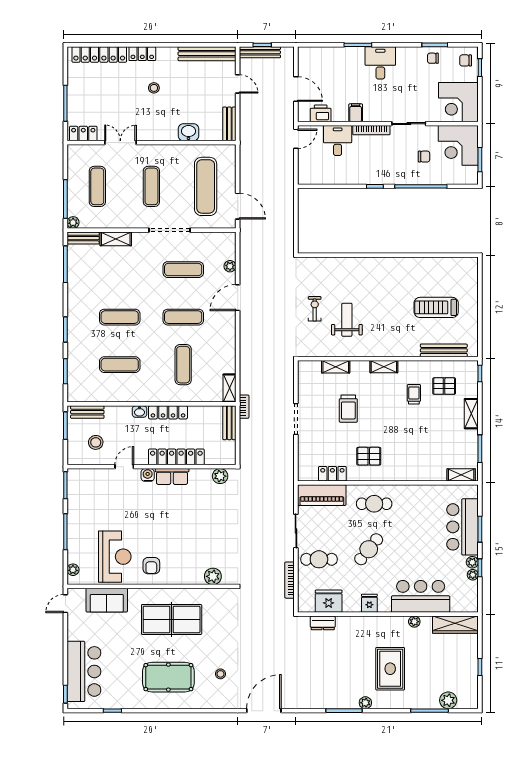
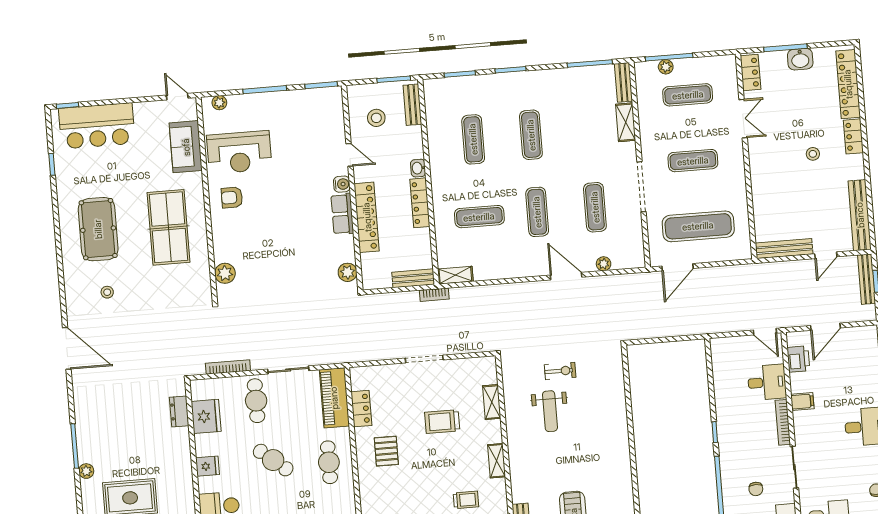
bench: (229, 124) -> (784, 249), width x1.36
washbasin: (188, 132) -> (800, 59), moved, turned 90
plant: (73, 222) -> (666, 67), moved
weight bench: (347, 320) -> (550, 411), turned 90

